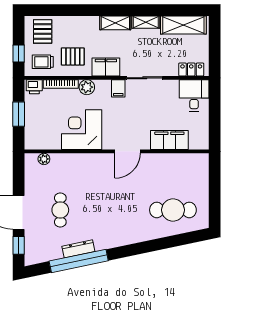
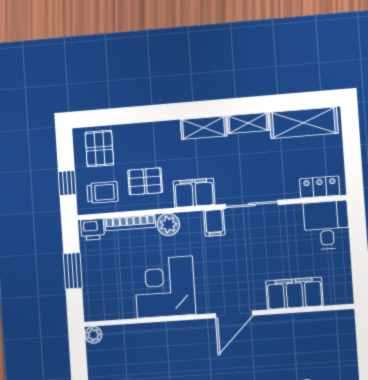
trolley: (43, 62) -> (102, 192), turned 180
plant: (44, 159) -> (93, 335), moved

